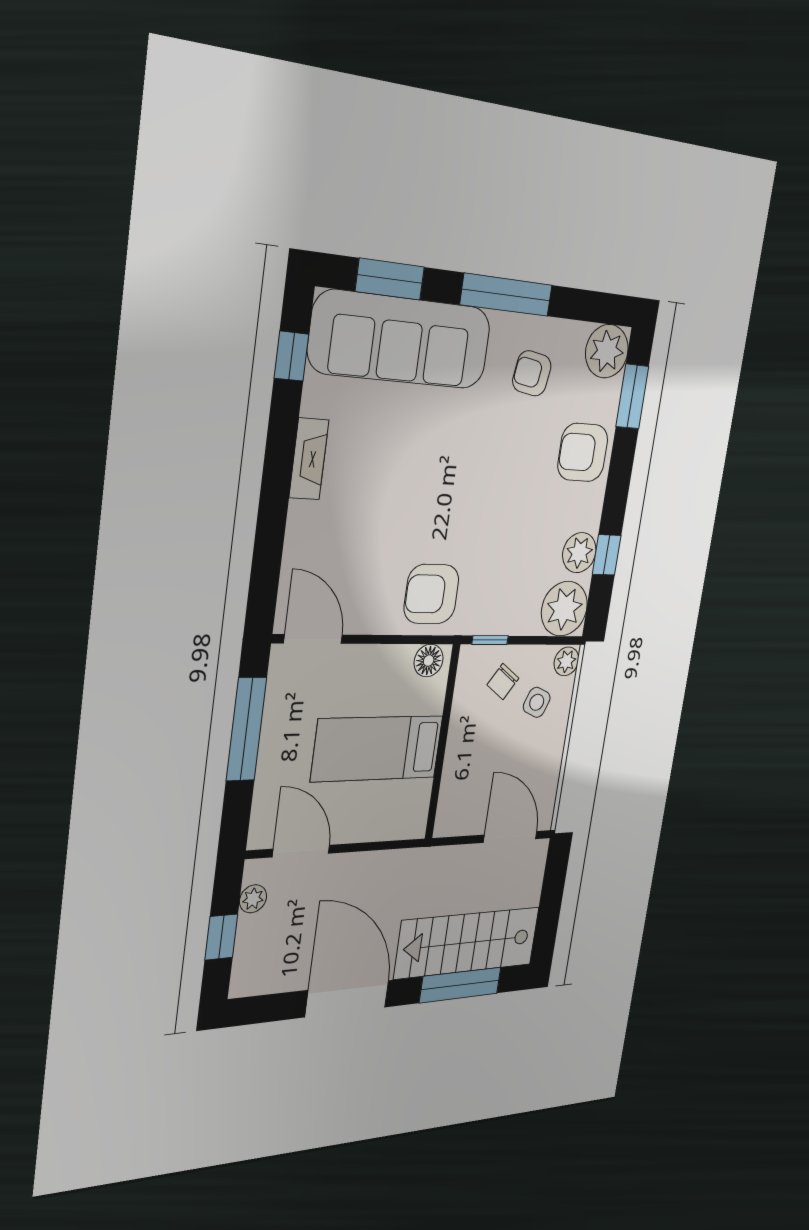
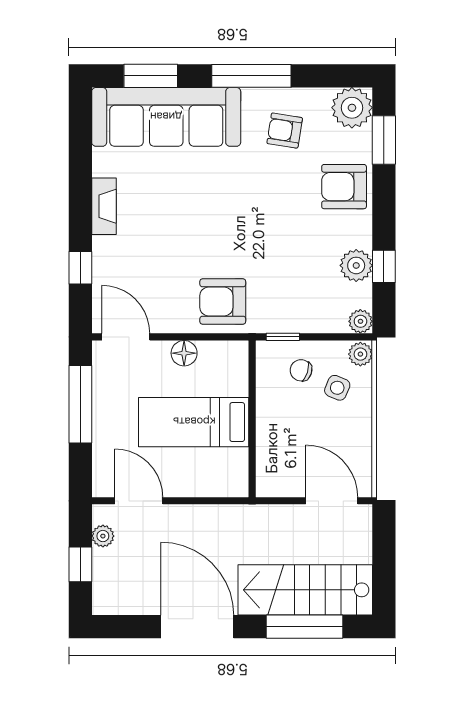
window: (291, 356) -> (80, 268), moved
plant: (564, 609) -> (360, 321), width x0.53, depth x0.53
floor lamp: (429, 661) -> (184, 353), moved
chair: (503, 682) -> (301, 370), turned 73

